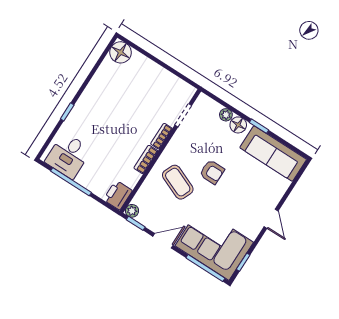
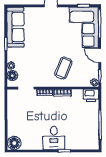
floor lamp: (238, 125) -> (12, 76), moved
desk: (68, 156) -> (54, 138), moved, turned 90
armchair: (212, 172) -> (46, 53), removed

